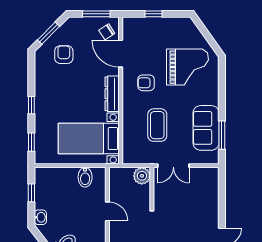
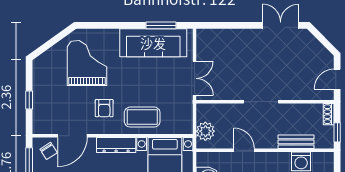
coffee table: (157, 125) -> (142, 117), moved
sofa: (206, 128) -> (153, 43), width x1.36
plant: (142, 176) -> (205, 131), moved
door: (107, 211) -> (244, 150), hinge flipped

